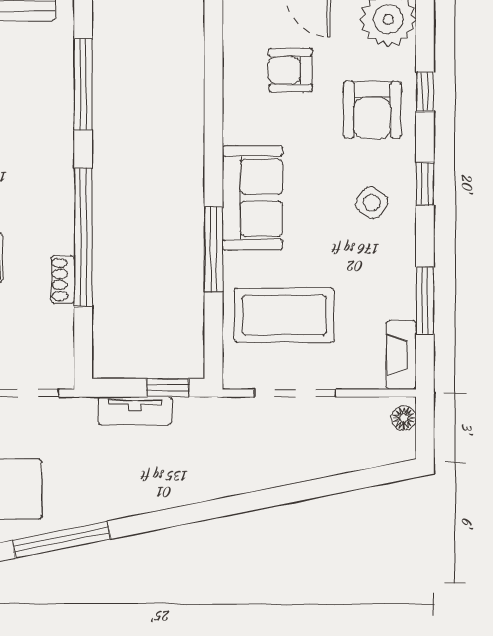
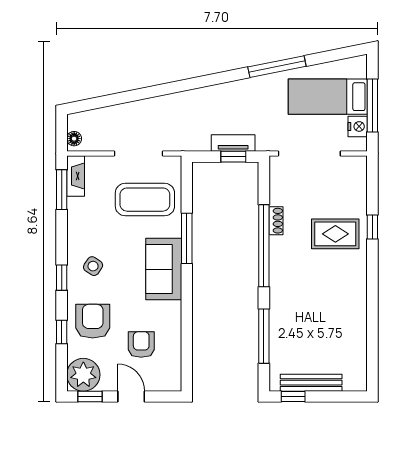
armchair: (290, 70) -> (141, 345), turned -90
window: (425, 300) -> (62, 190), moved
window: (168, 388) -> (233, 157), moved

